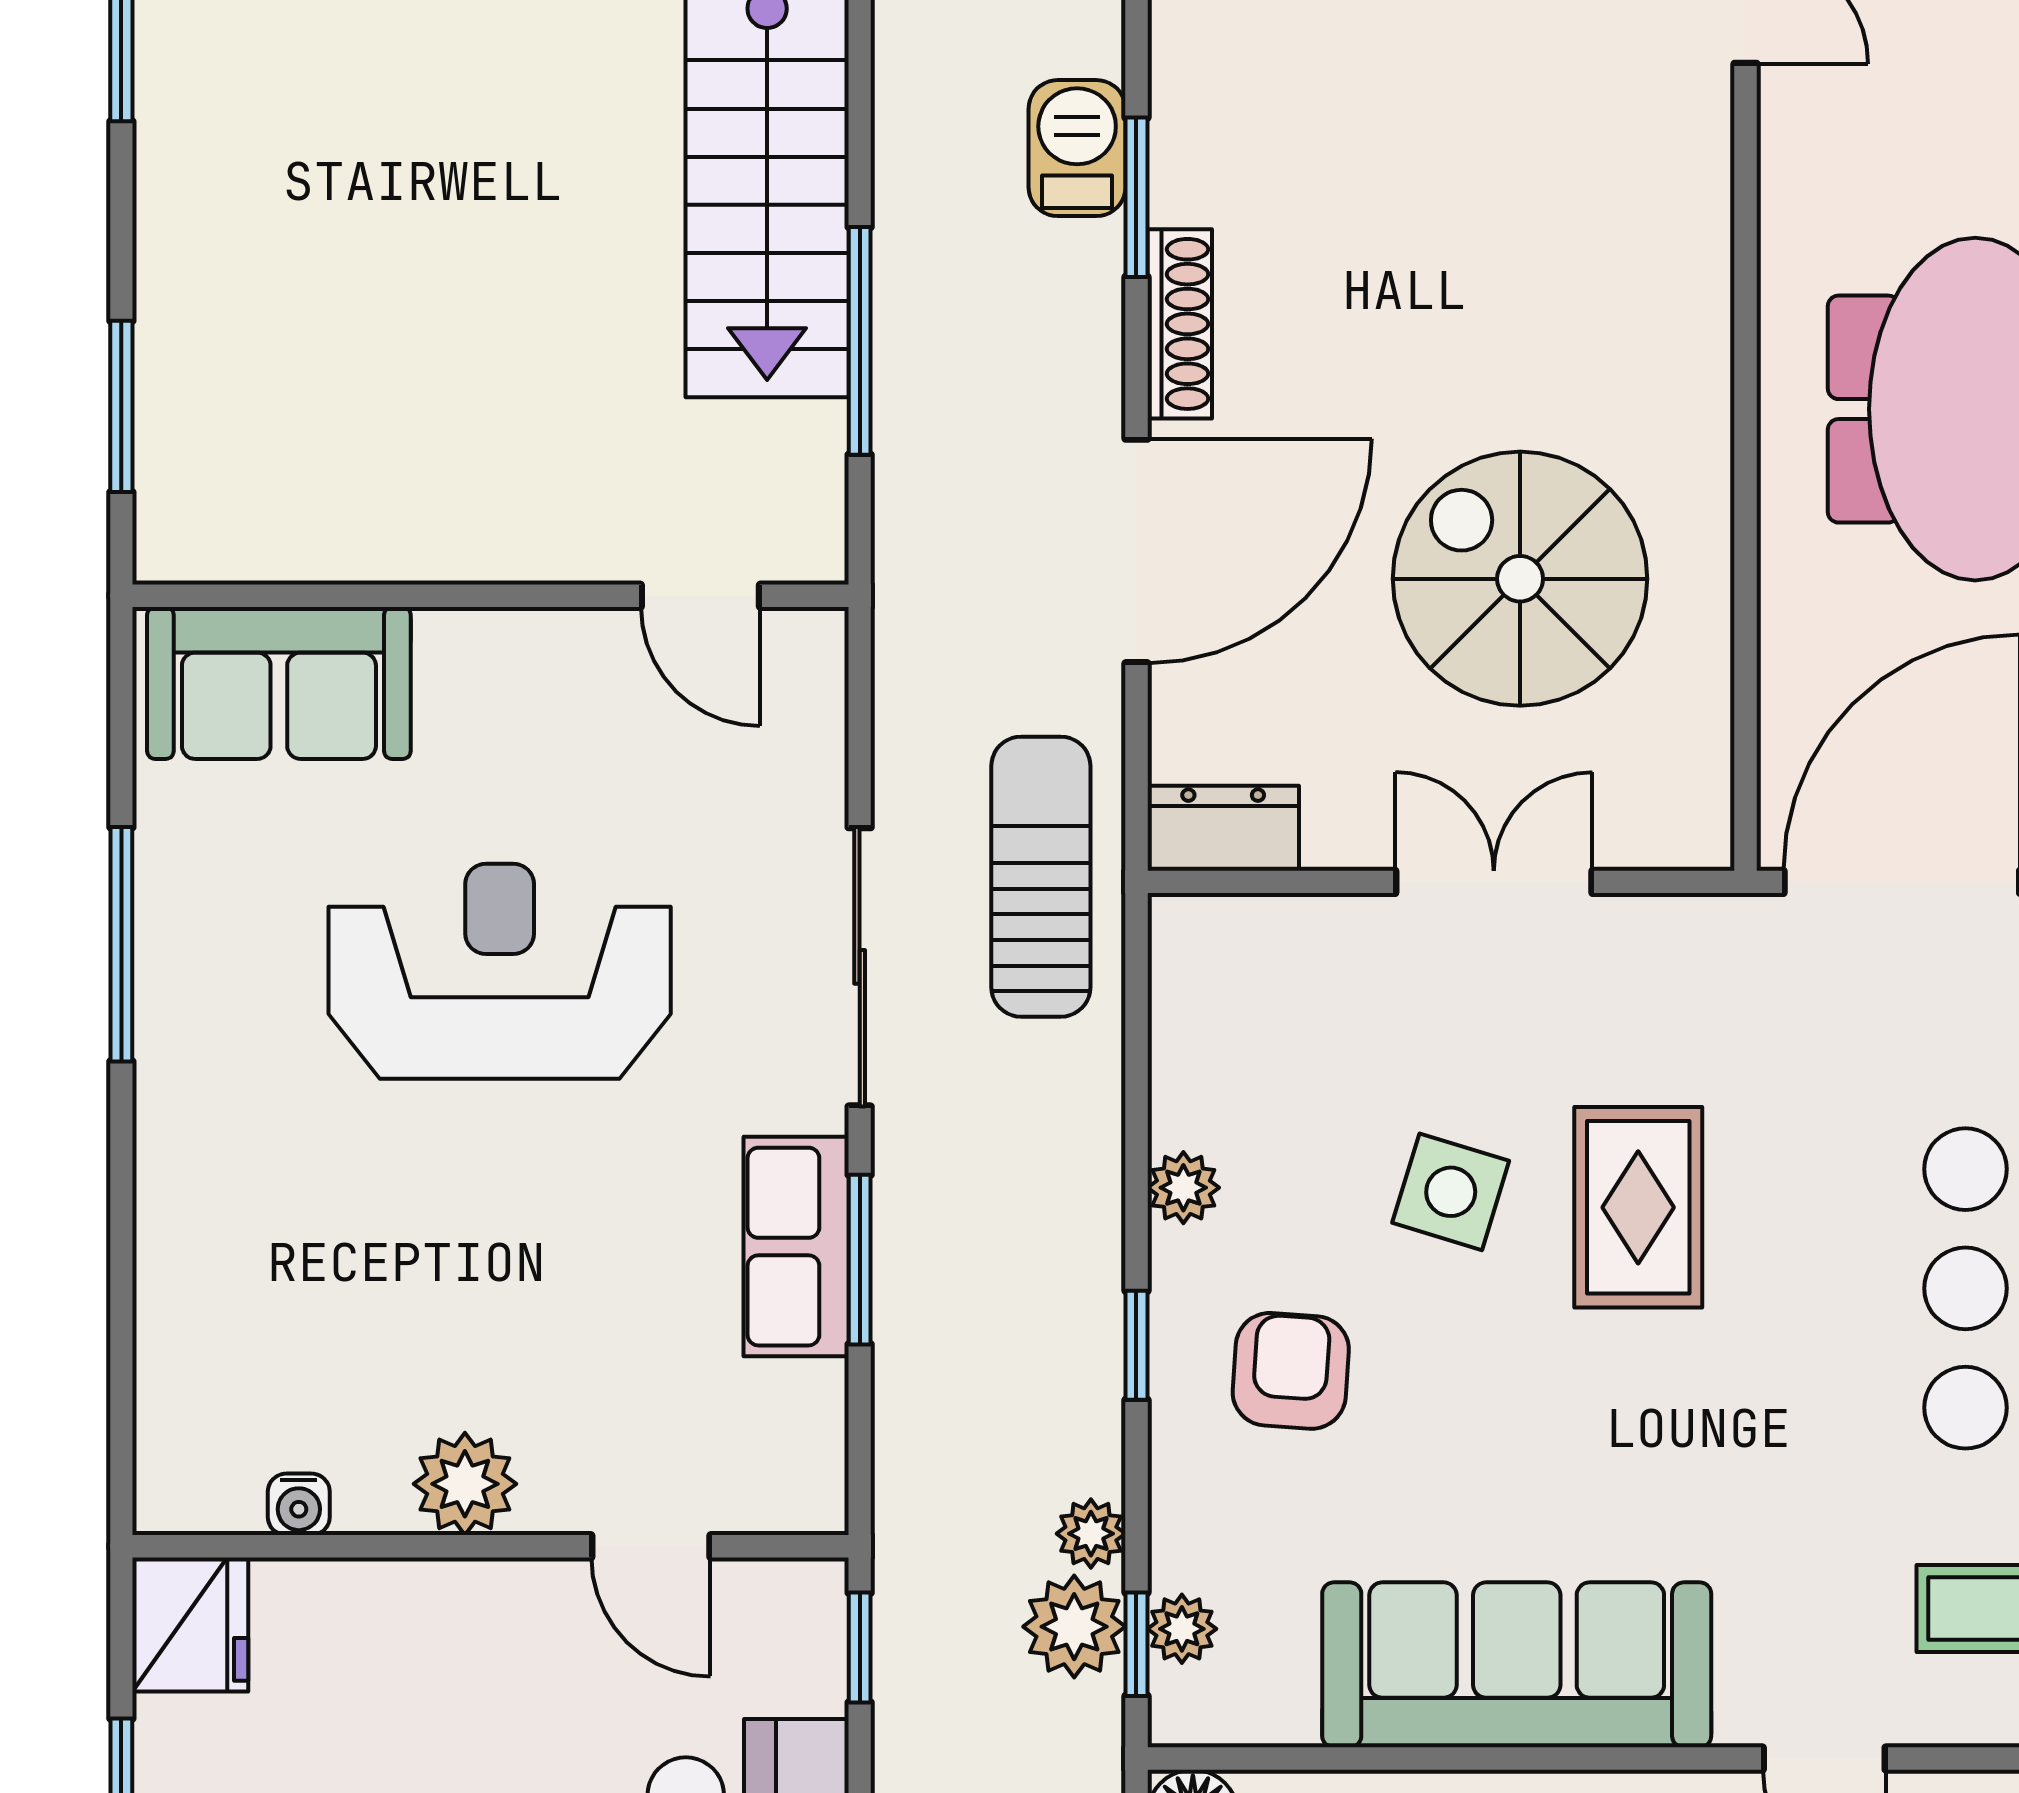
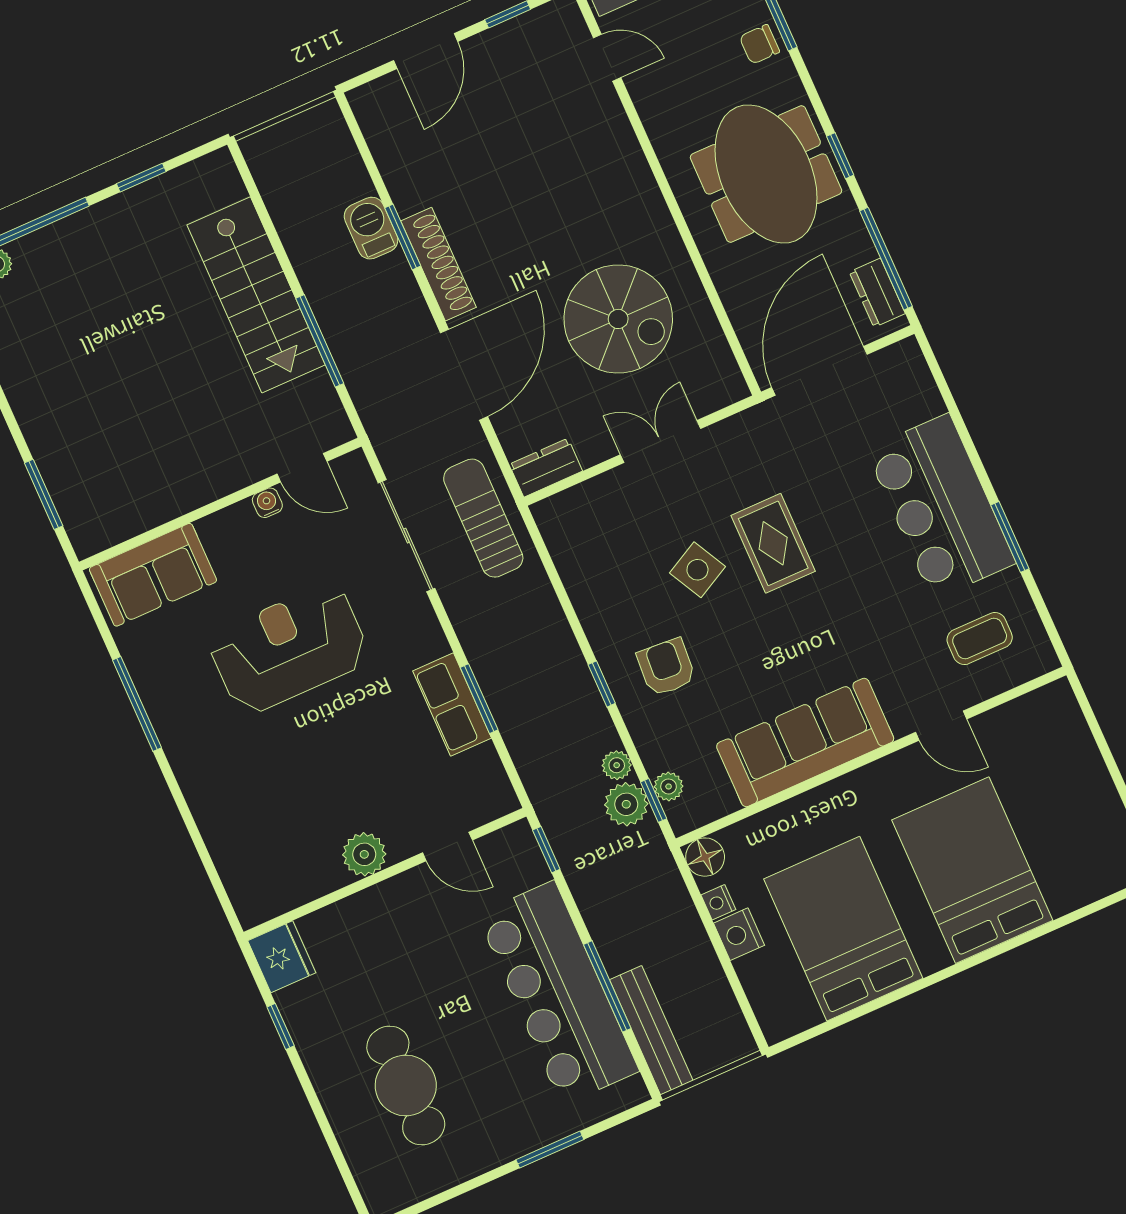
shoe rack: (1180, 324) -> (439, 264), width x1.36, depth x1.24
spiral stairs: (1520, 579) -> (618, 319), turned 180
sliding door: (860, 967) -> (407, 536), moved
plant: (1183, 1188) -> (593, 614), removed
side table: (1451, 1192) -> (697, 570), turned 45
water cooler: (299, 1504) -> (267, 503), moved, turned 180

